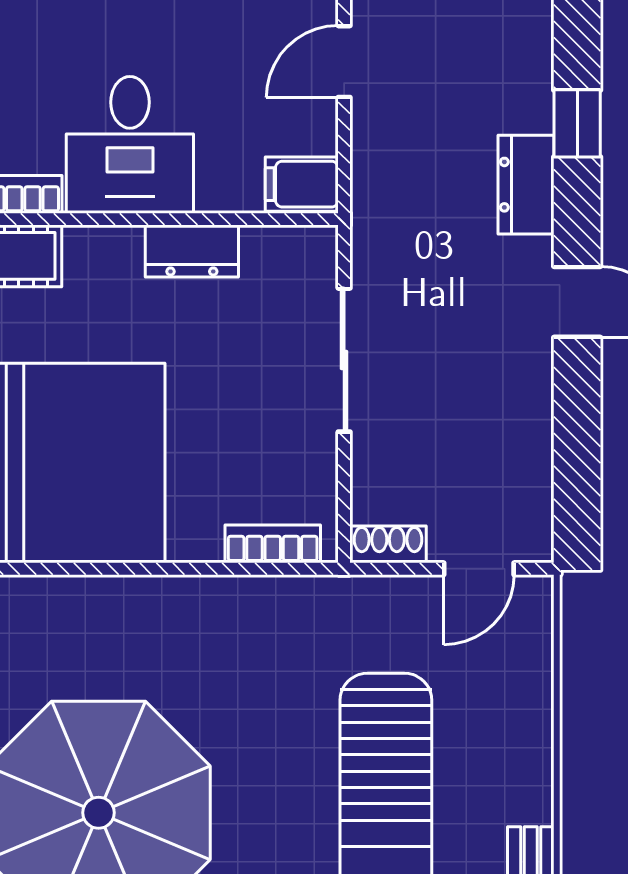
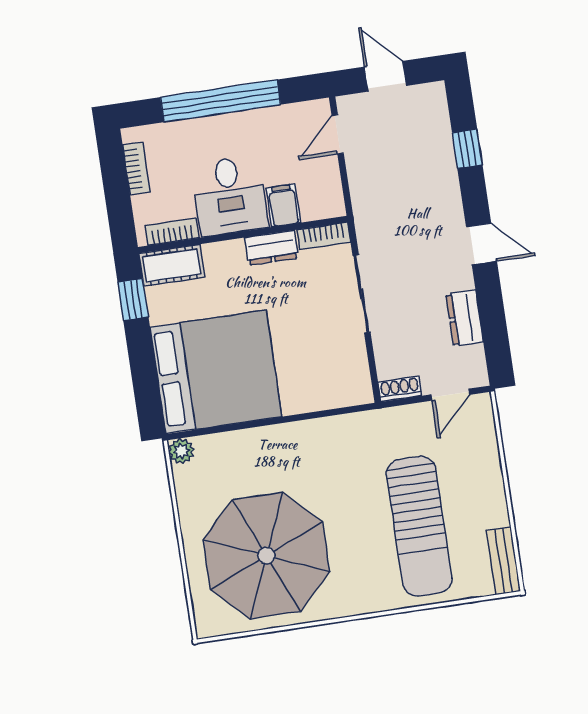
filing cabinet: (302, 184) -> (283, 205), moved, turned 90
dresser: (526, 185) -> (465, 318), moved
bookcase: (273, 544) -> (324, 236), moved, turned 180

